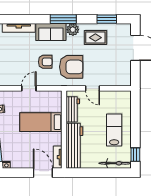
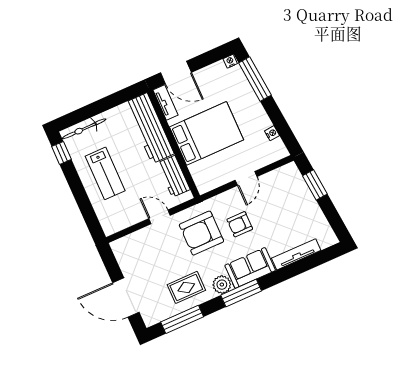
window: (107, 19) -> (182, 319), width x1.44
bed: (41, 122) -> (206, 133), width x1.50

